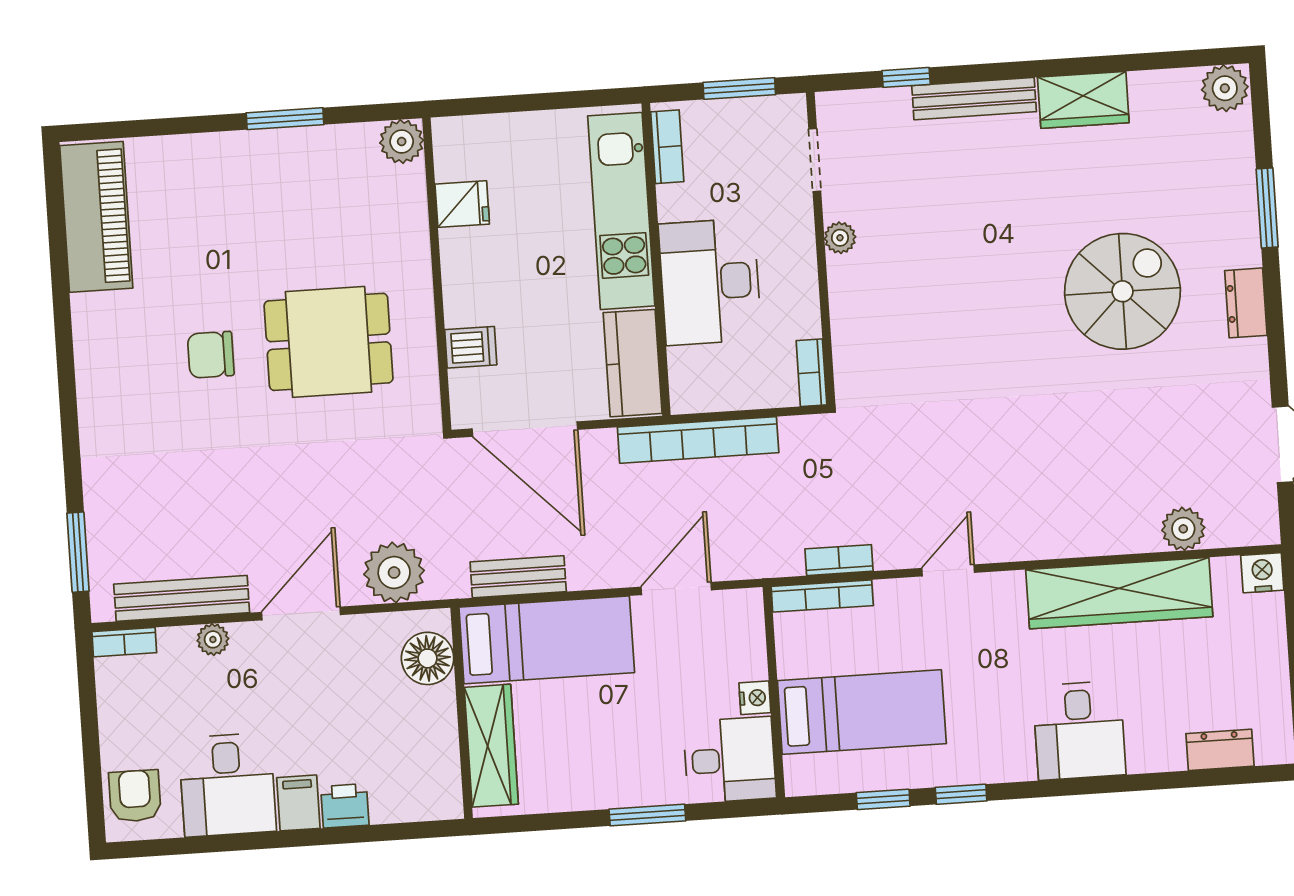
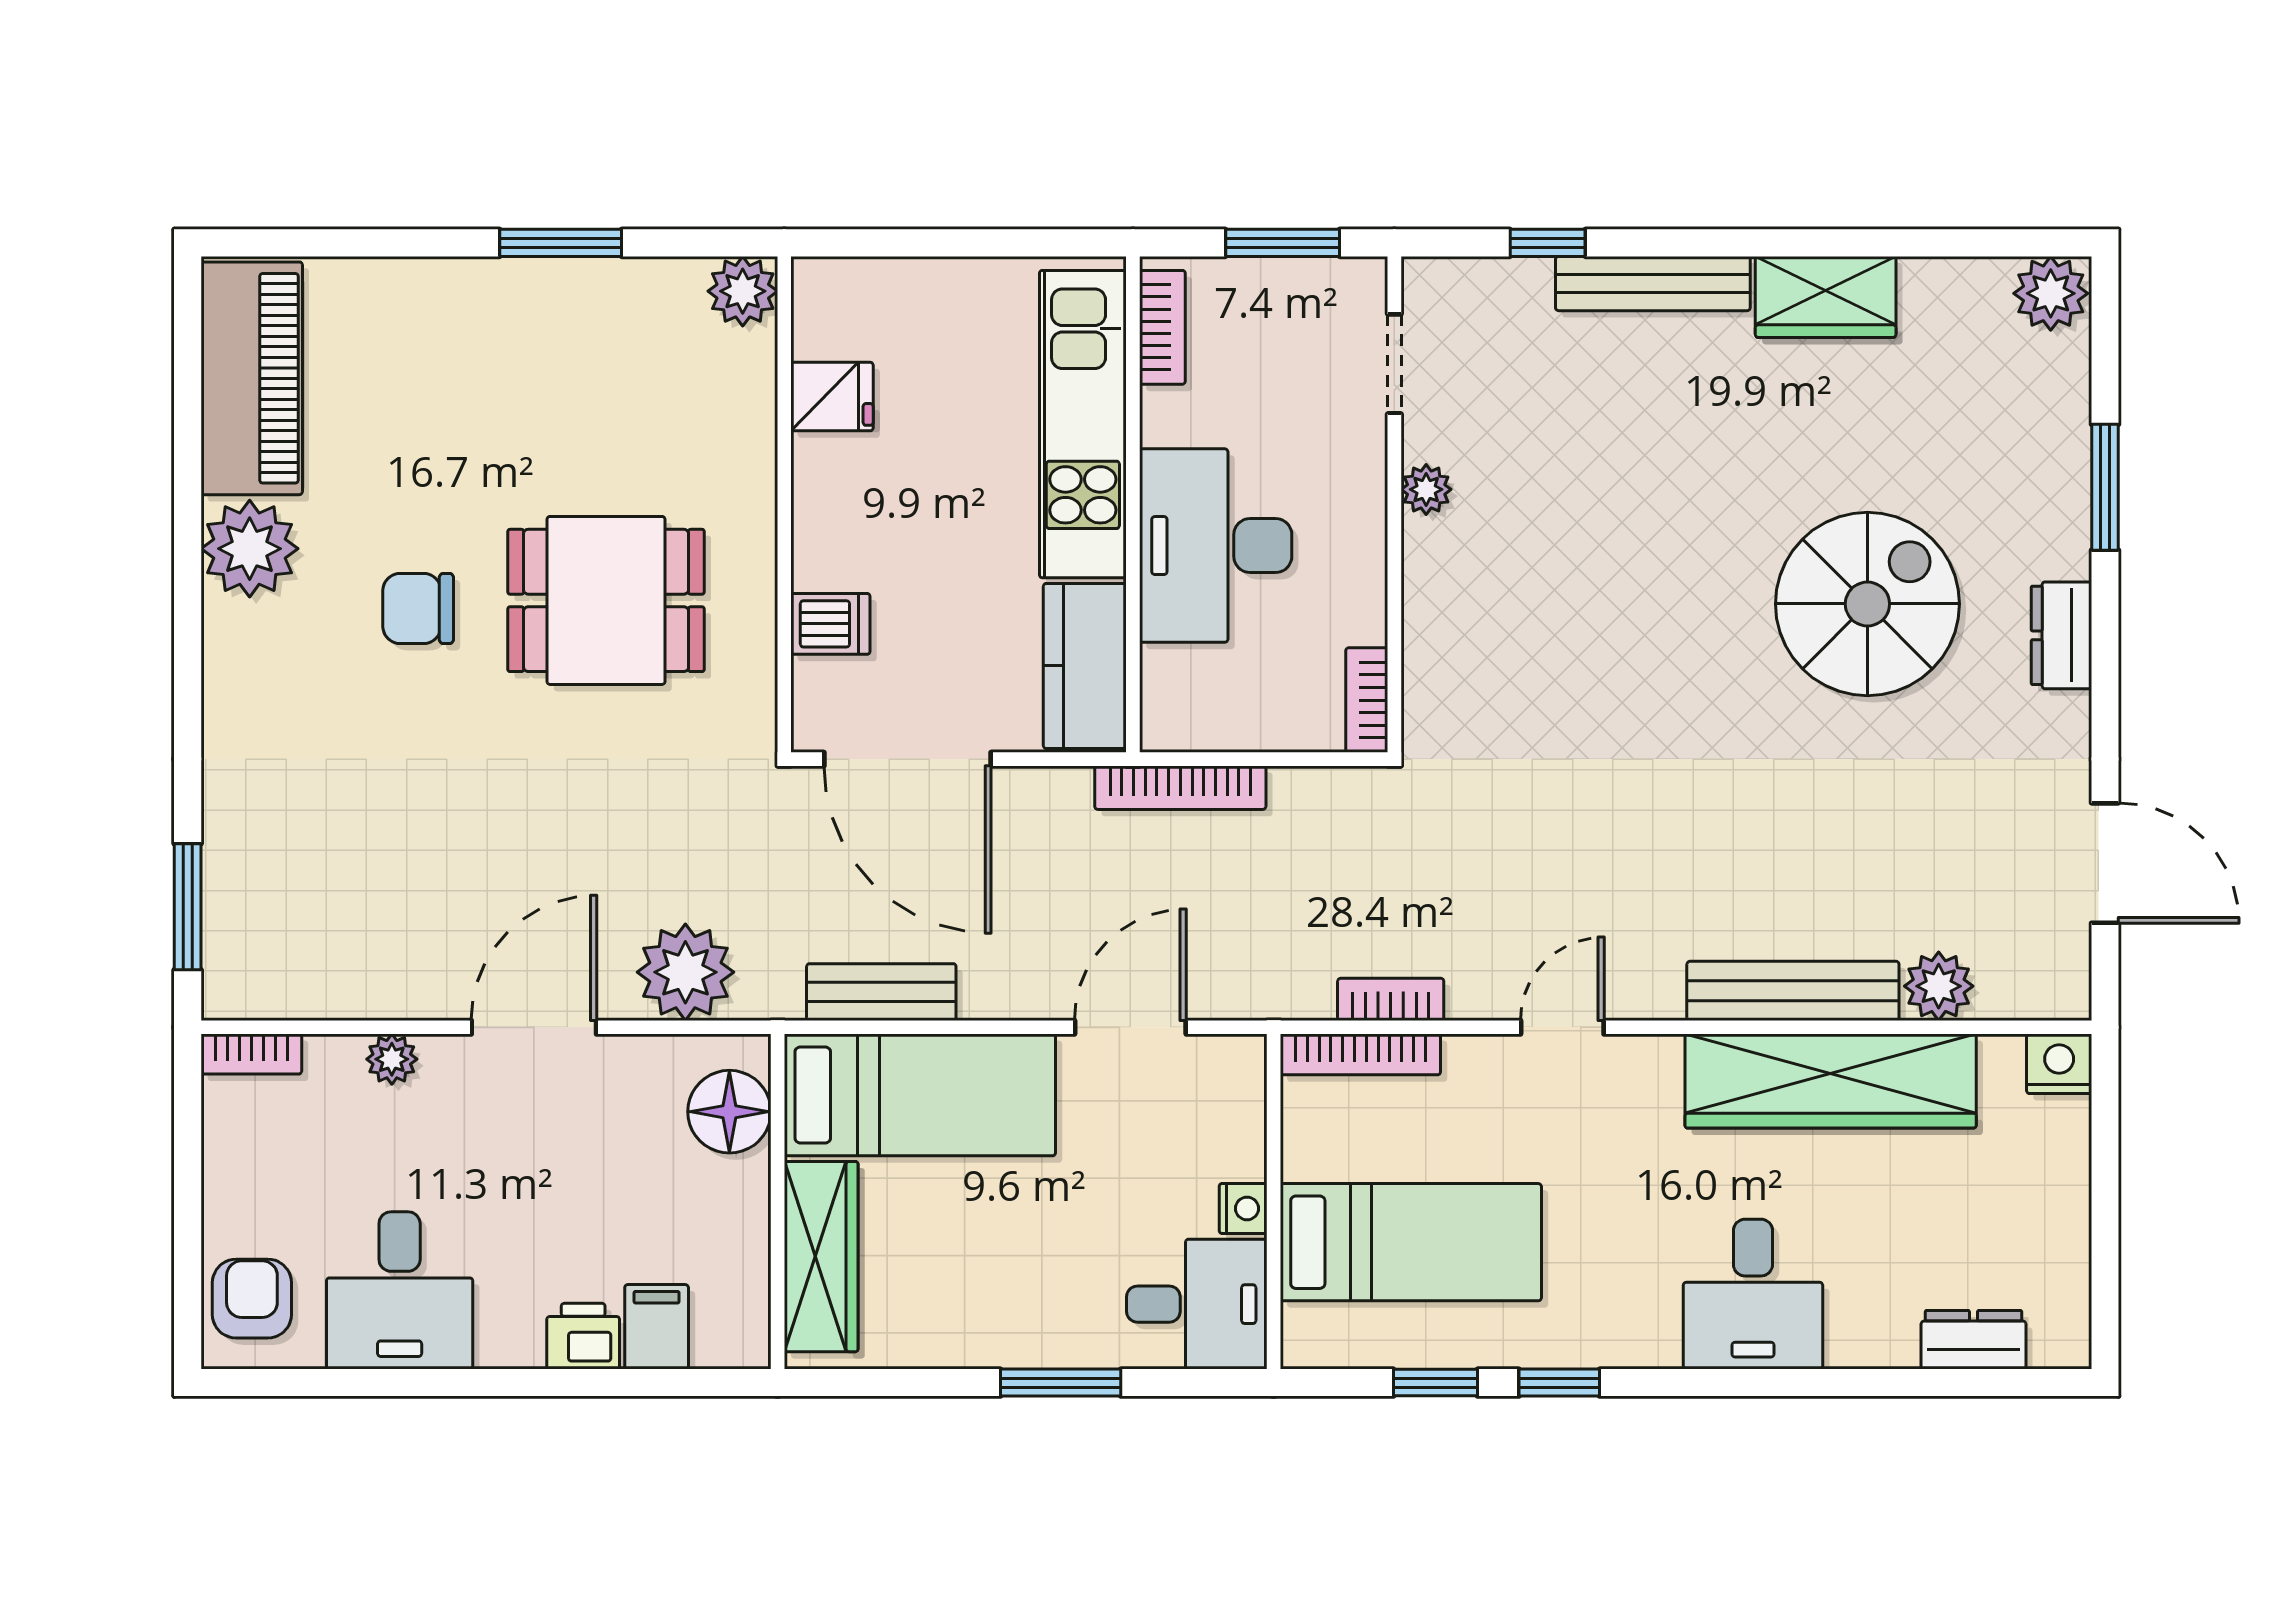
plant: (102, 324) -> (250, 549), added
bookcase: (698, 440) -> (1180, 788), width x0.68, depth x0.76
bench: (182, 598) -> (1793, 991), moved
filing cabinet: (298, 803) -> (657, 1327), moved

